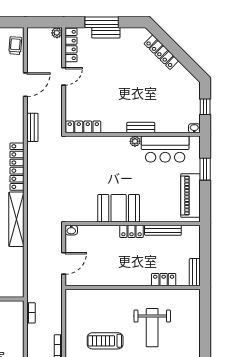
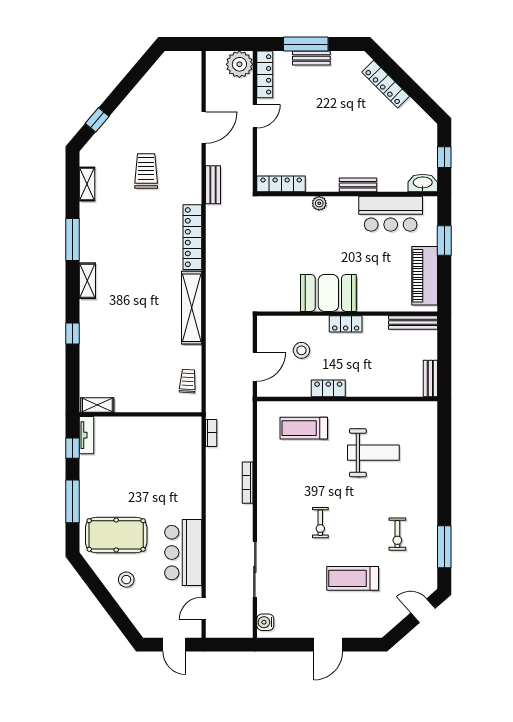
plant: (57, 33) -> (239, 64), width x1.88, depth x1.88
trolley: (15, 46) -> (188, 381), moved
washbasin: (194, 128) -> (423, 183), width x1.91, depth x1.45
plant: (135, 141) -> (319, 203), moved
washbasin: (71, 230) -> (265, 322), removed
bench: (163, 230) -> (413, 322), moved
stool: (98, 251) -> (301, 350), added
locker: (164, 280) -> (328, 388), moved
weight bench: (152, 328) -> (373, 453), turned -90
treadmill: (105, 341) -> (304, 428), moved

